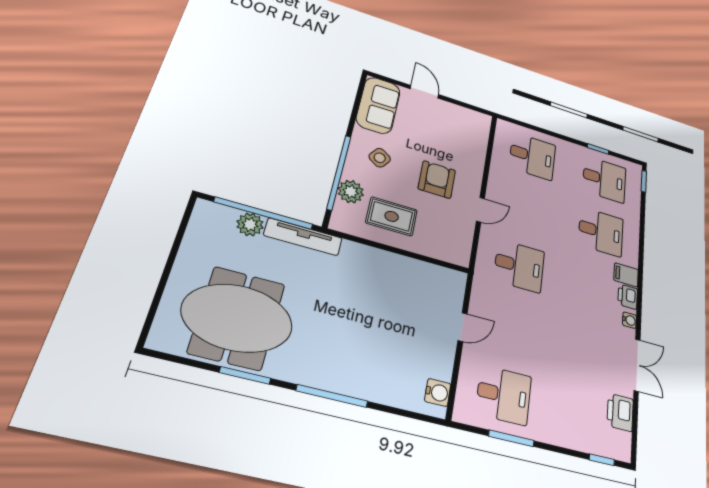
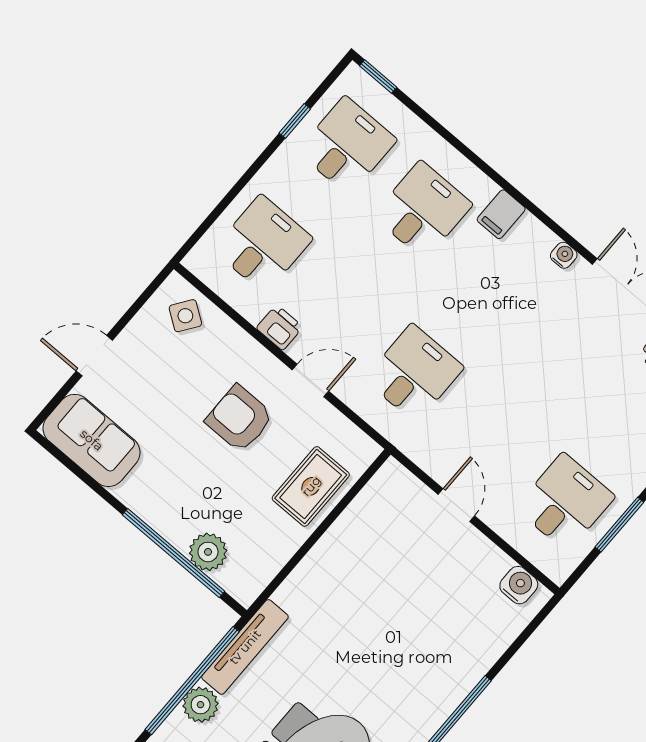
side table: (380, 158) -> (185, 316), moved
door: (480, 210) -> (310, 380), hinge flipped
rug: (392, 216) -> (311, 486), moved
printer: (628, 297) -> (280, 327), moved, turned 180

